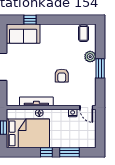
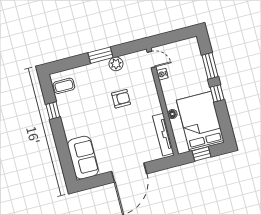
window: (30, 20) -> (53, 111), moved
plant: (90, 57) -> (116, 64), moved
tv unit: (36, 101) -> (163, 135), moved
door: (86, 108) -> (151, 60), hinge flipped

